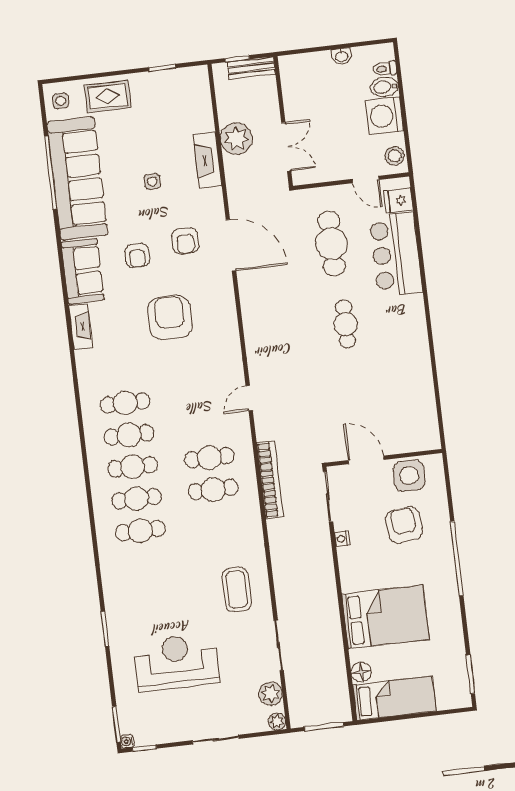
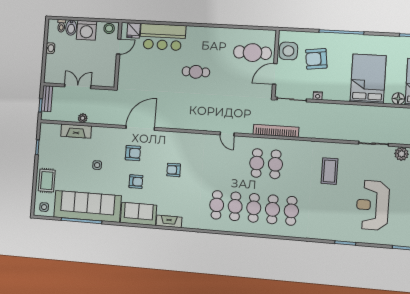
plant: (236, 139) -> (83, 118), width x0.53, depth x0.53
double door: (286, 147) -> (78, 86), moved
fireplace: (207, 160) -> (76, 131), moved
cafe table: (332, 244) -> (252, 53), moved
armchair: (170, 318) -> (174, 170), width x0.53, depth x0.53
coffee table: (237, 589) -> (330, 171), moved, turned 90

